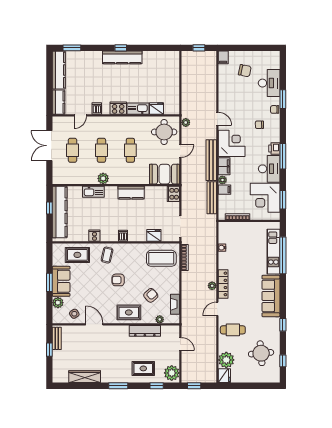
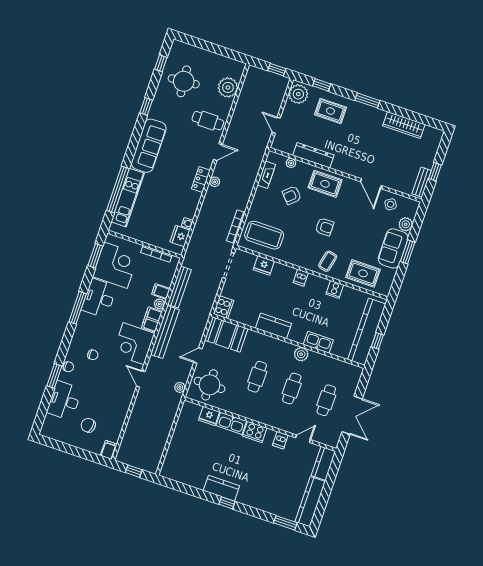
kitchen counter: (122, 57) -> (221, 488), width x0.67
printer: (274, 149) -> (85, 320), removed
locker: (223, 284) -> (201, 179), width x0.66
fridge: (224, 376) -> (180, 236), moved

